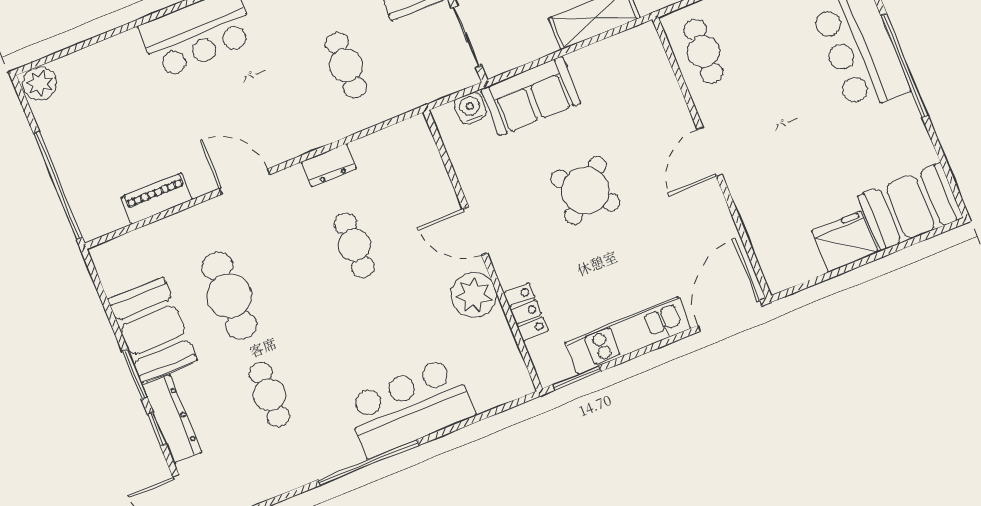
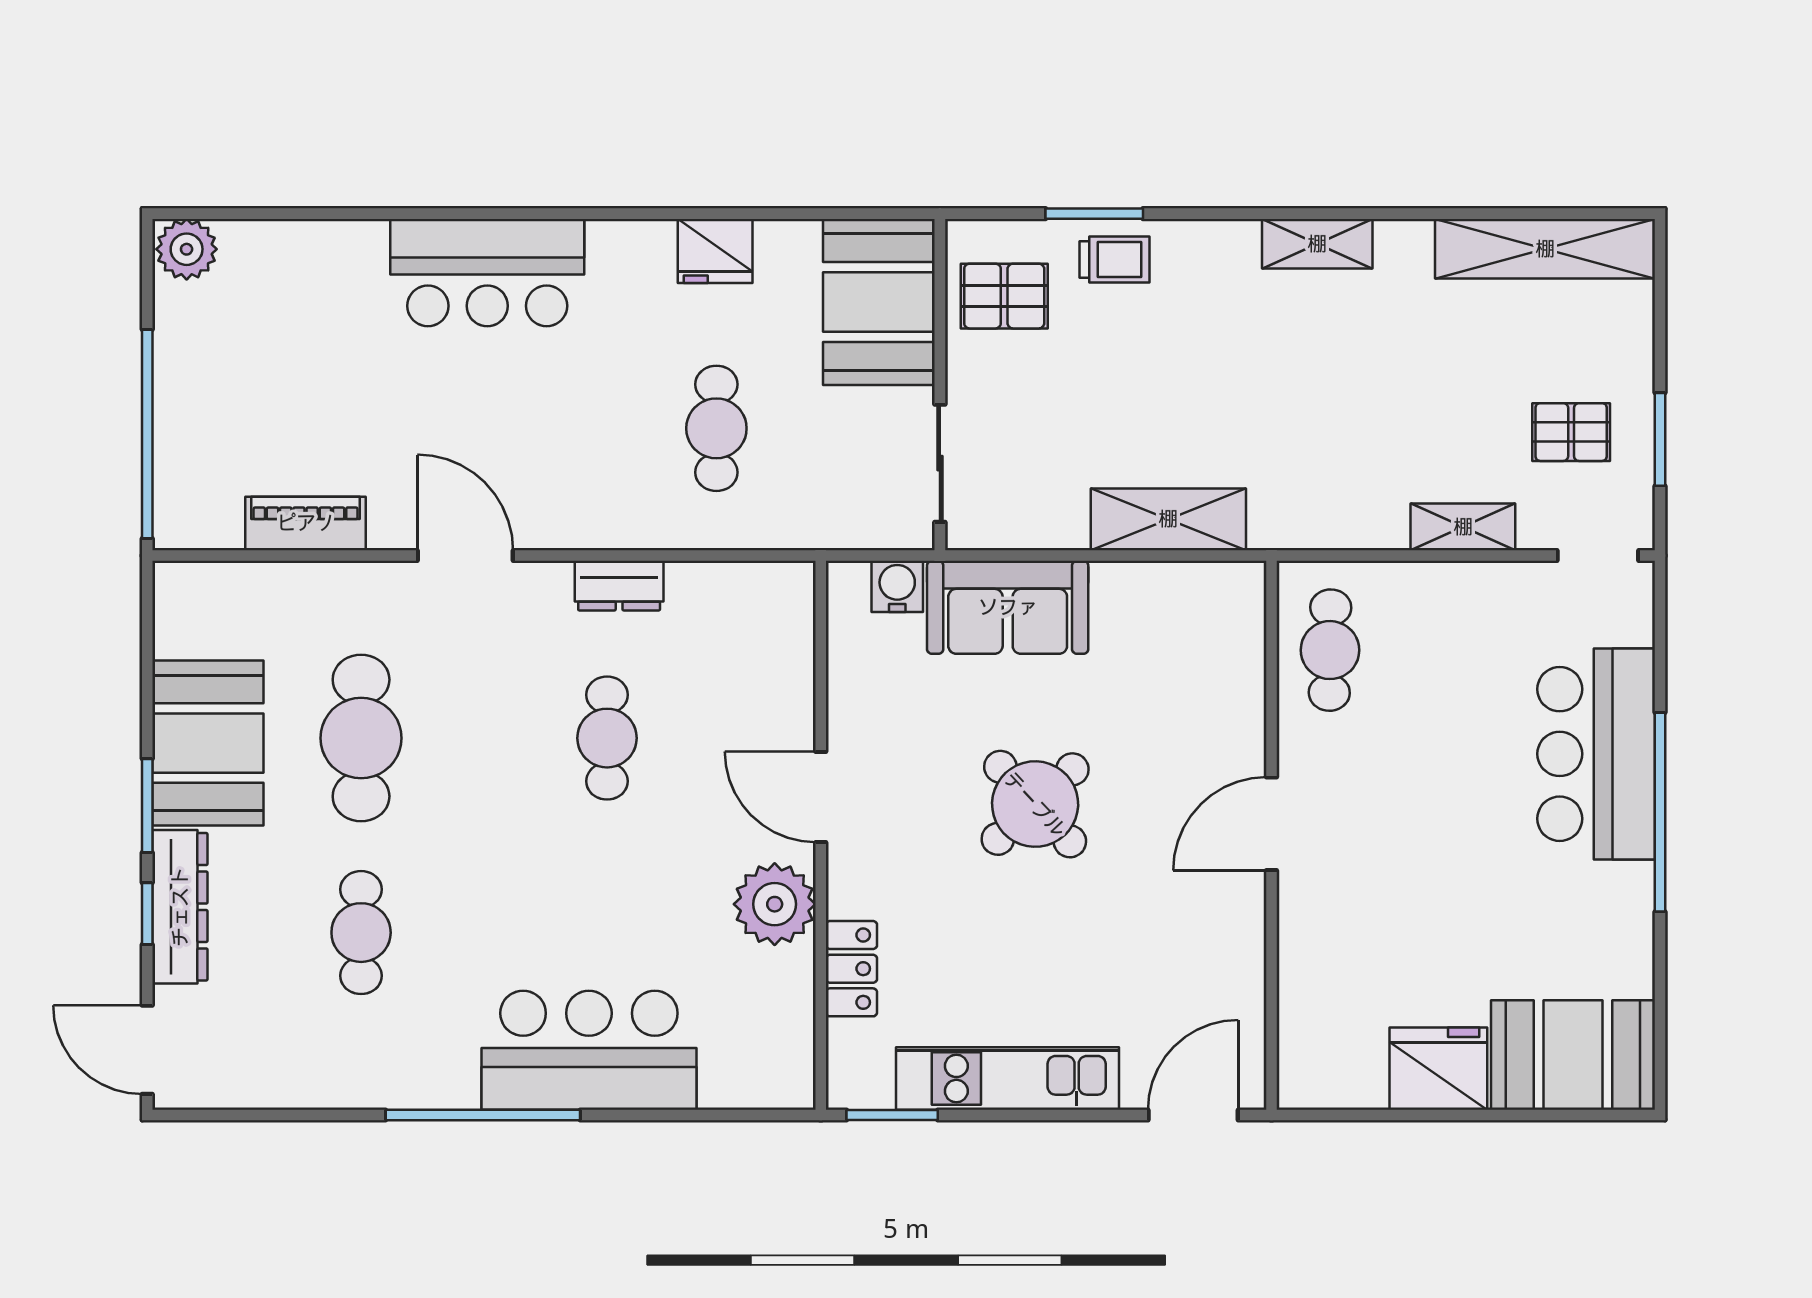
door: (730, 316) -> (1193, 1115), width x0.73

